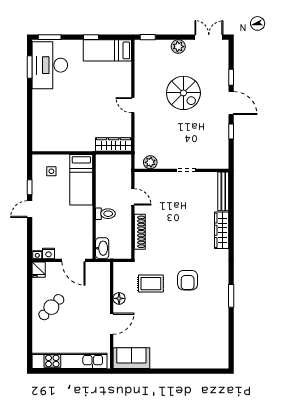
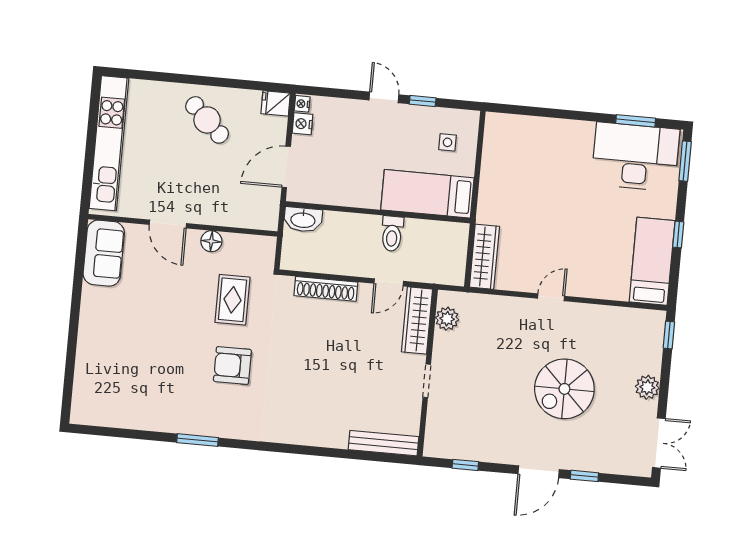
window: (231, 132) -> (465, 465), moved
toilet: (105, 214) -> (392, 234), moved
wardrobe: (222, 230) -> (417, 320), moved, turned -90

